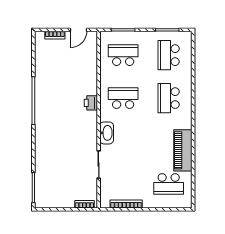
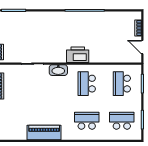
school desk: (123, 55) -> (122, 84), turned 180
school desk: (123, 98) -> (87, 84), turned 180
printer: (91, 103) -> (78, 55), width x1.87, depth x1.48
school desk: (169, 184) -> (17, 121), removed

